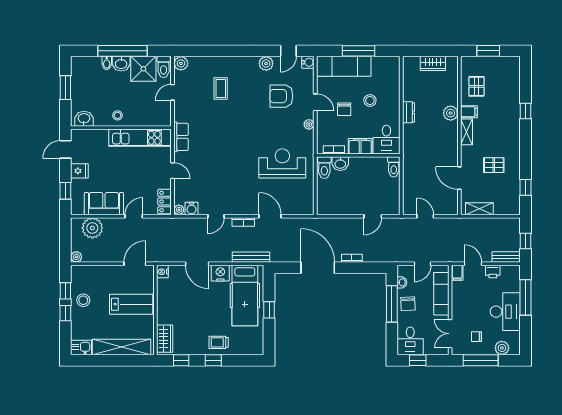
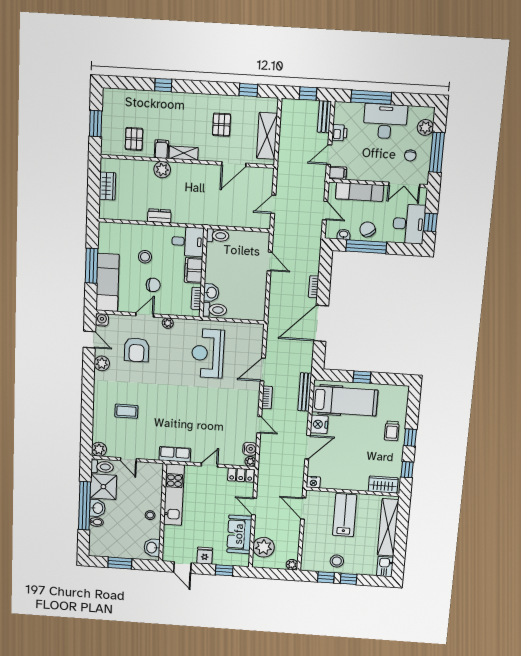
pallet: (477, 86) -> (134, 139), turned 90
shelving: (479, 209) -> (267, 136), width x1.50, depth x1.33
chair: (408, 304) -> (368, 229), turned -119
desk: (410, 341) -> (409, 224), width x1.37

